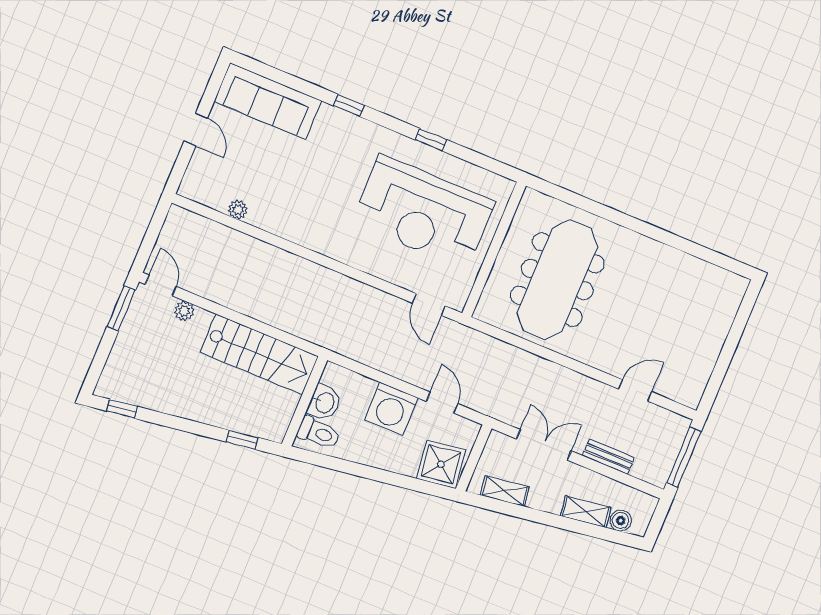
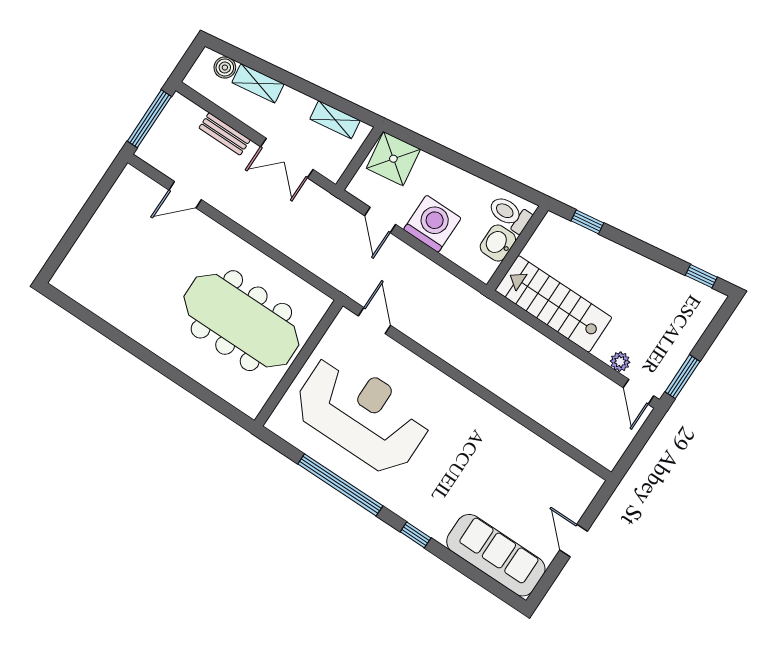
window: (431, 140) -> (340, 485), width x3.17
plant: (238, 210) -> (547, 453), removed
meeting table: (557, 280) -> (241, 321), turned 90

